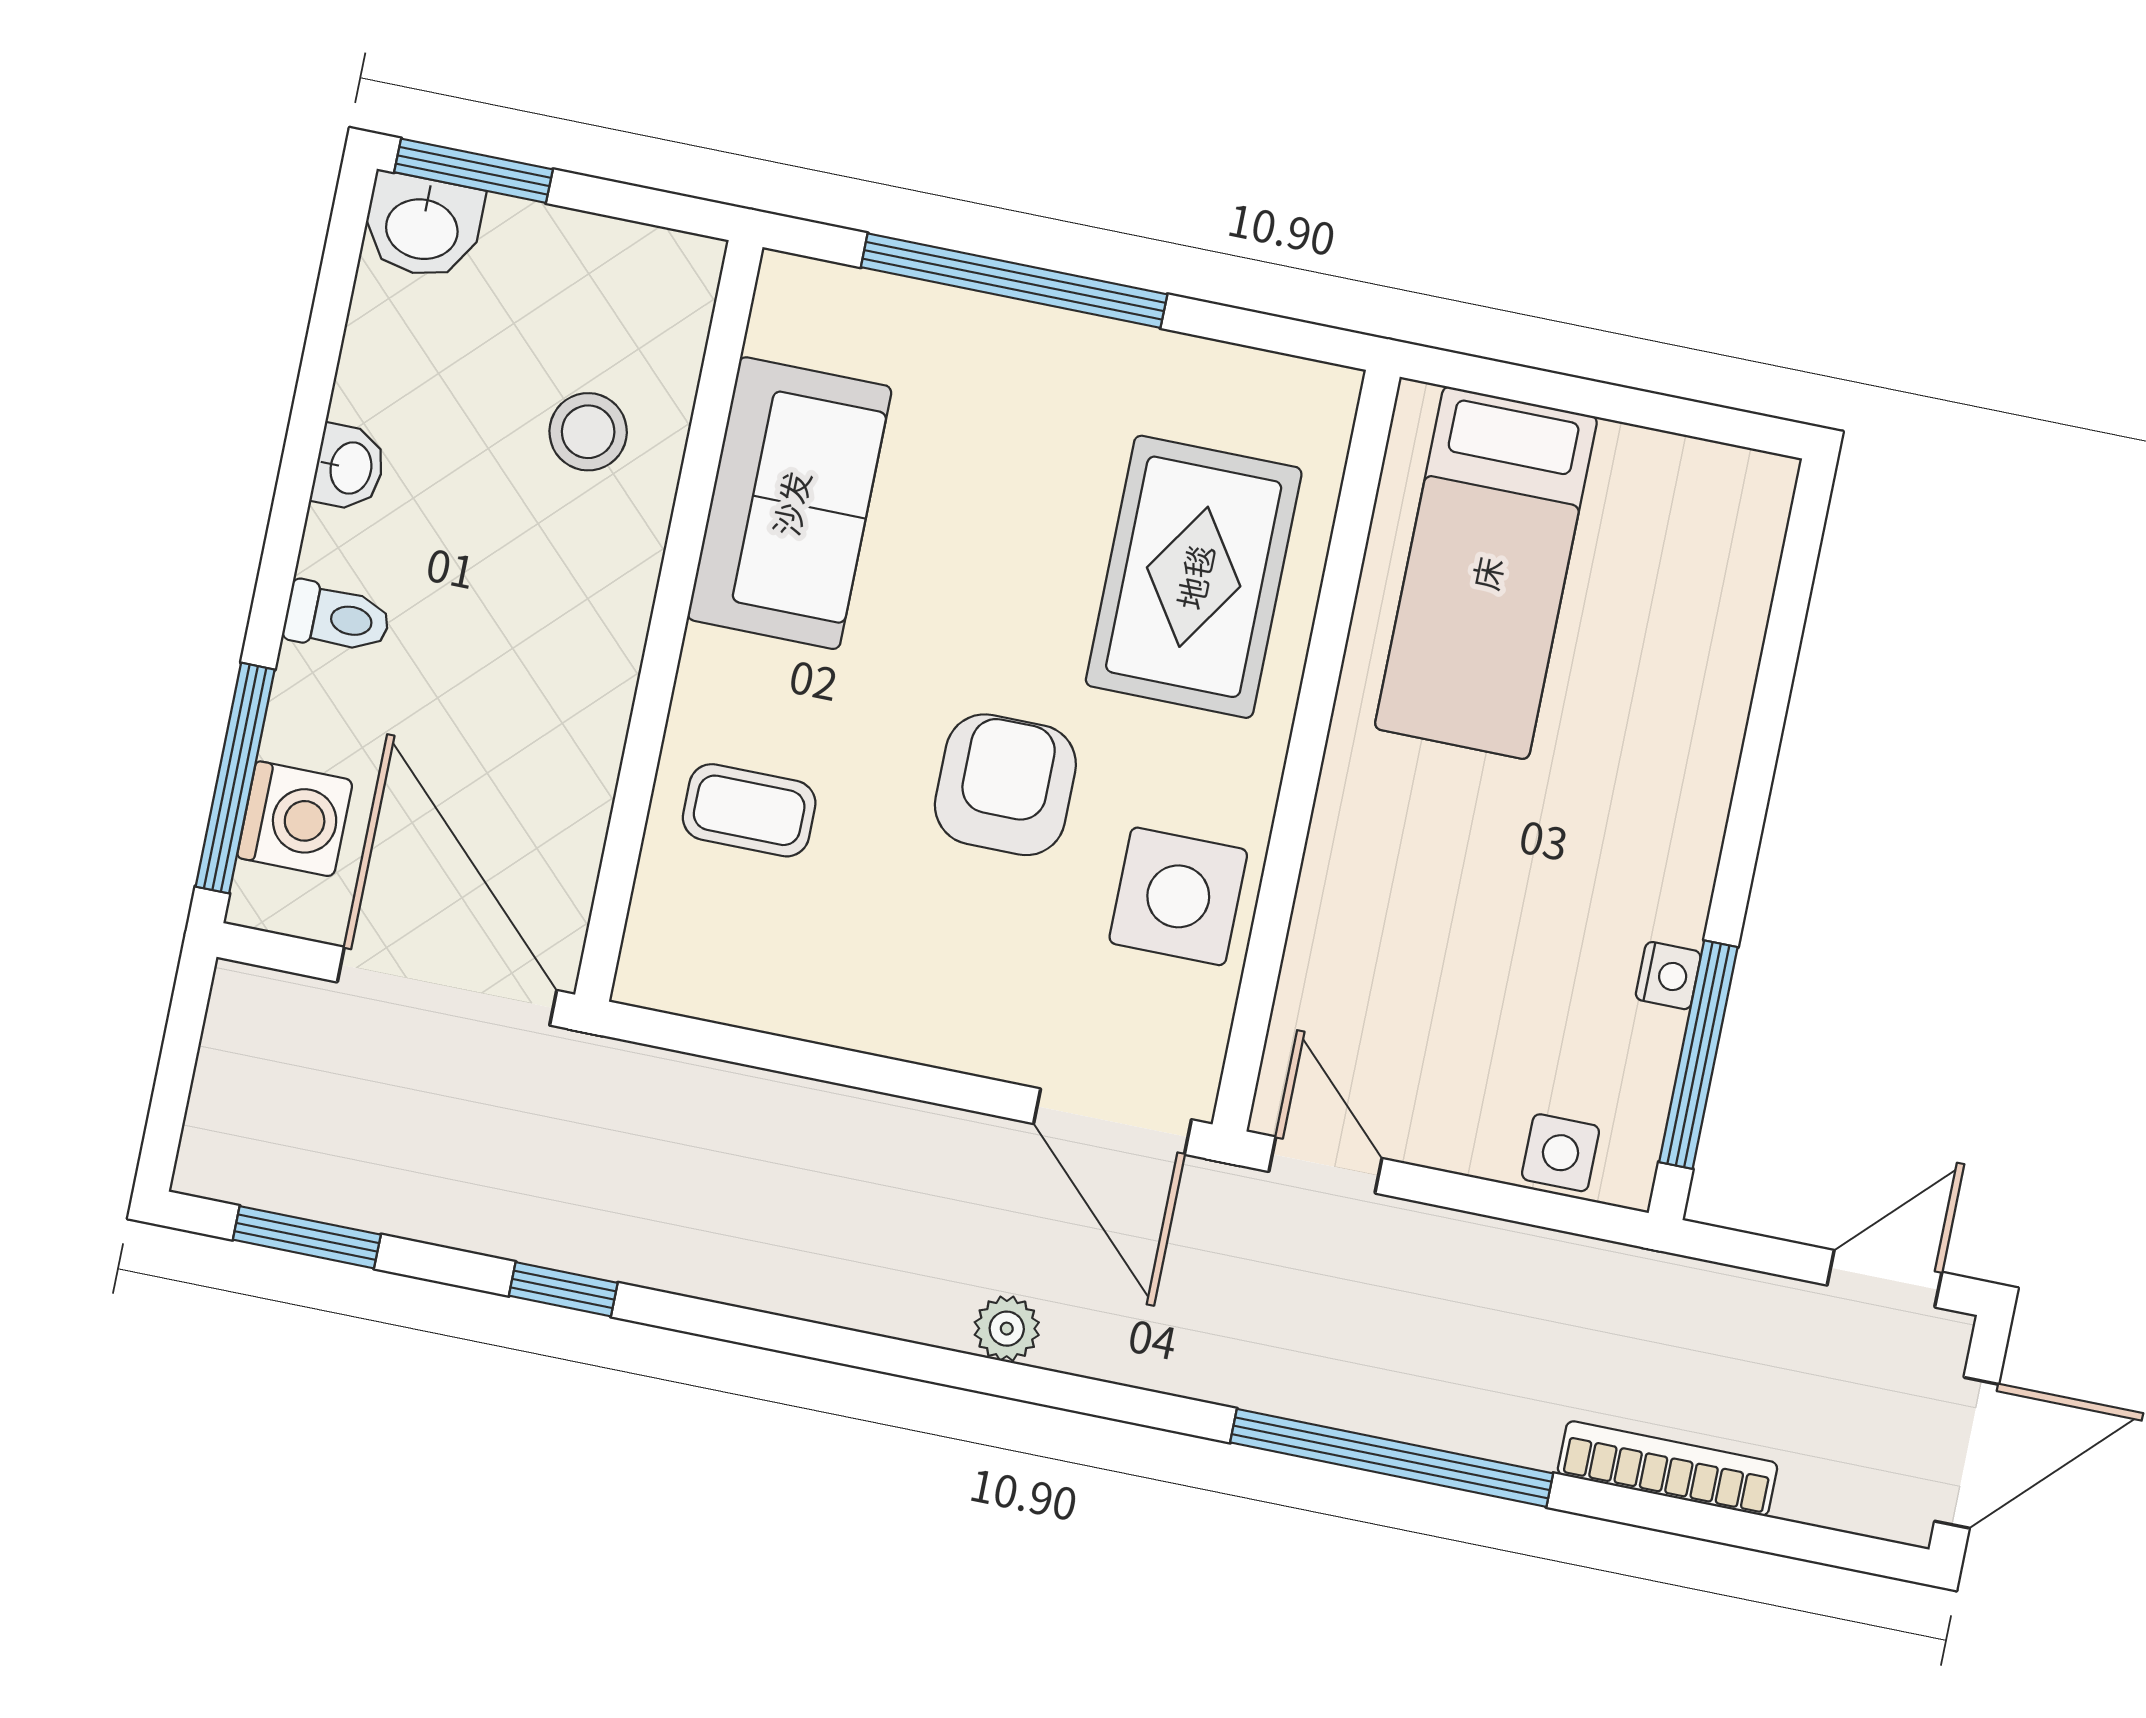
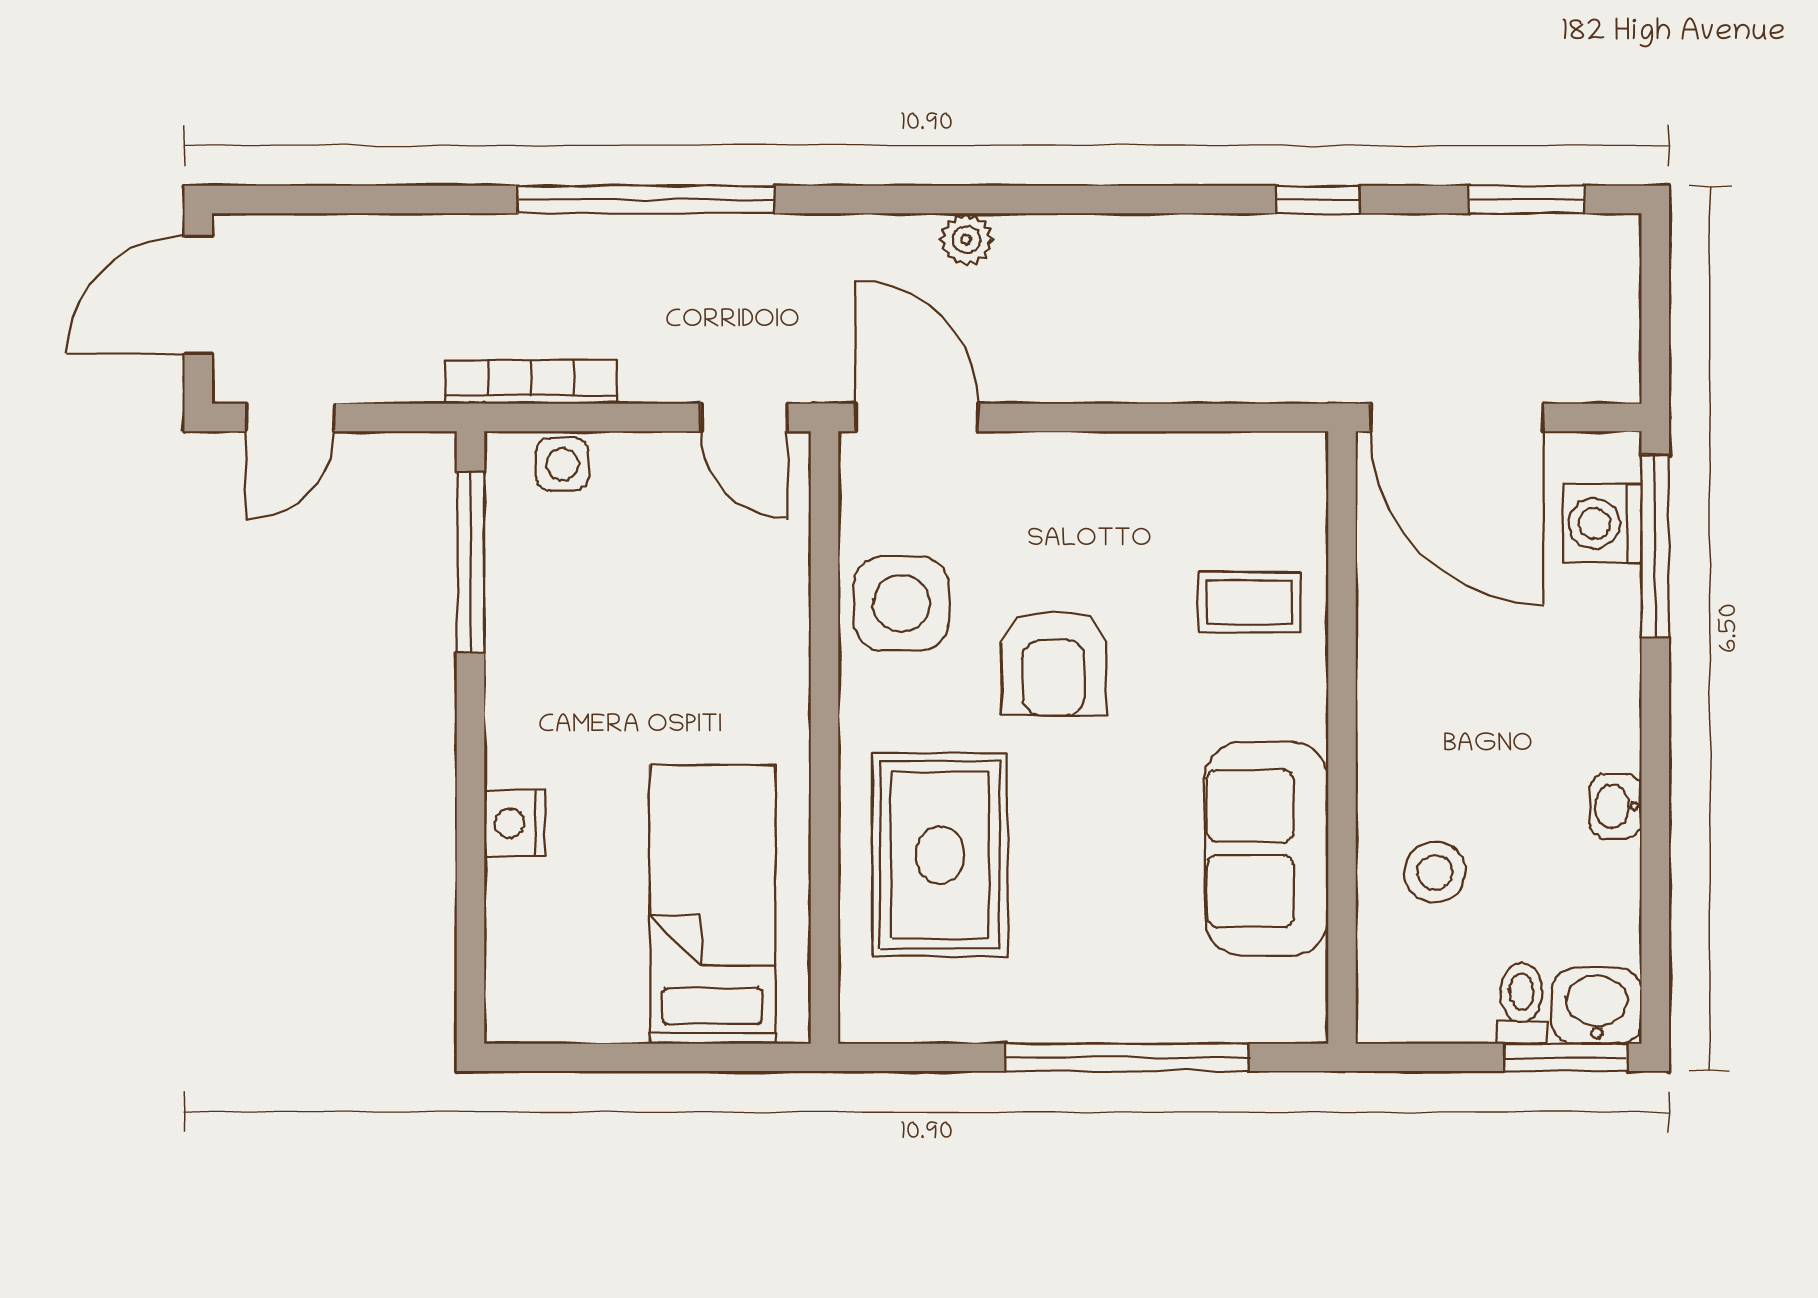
toilet: (337, 618) -> (1522, 1003), moved, turned 90
nightstand: (1668, 976) -> (515, 823), moved, width x1.39, depth x1.35
bookcase: (1667, 1468) -> (531, 382), moved, turned 180

